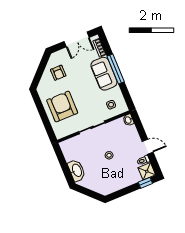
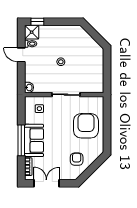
armchair: (62, 107) -> (86, 126), turned 180
washbasin: (77, 170) -> (97, 60), removed

